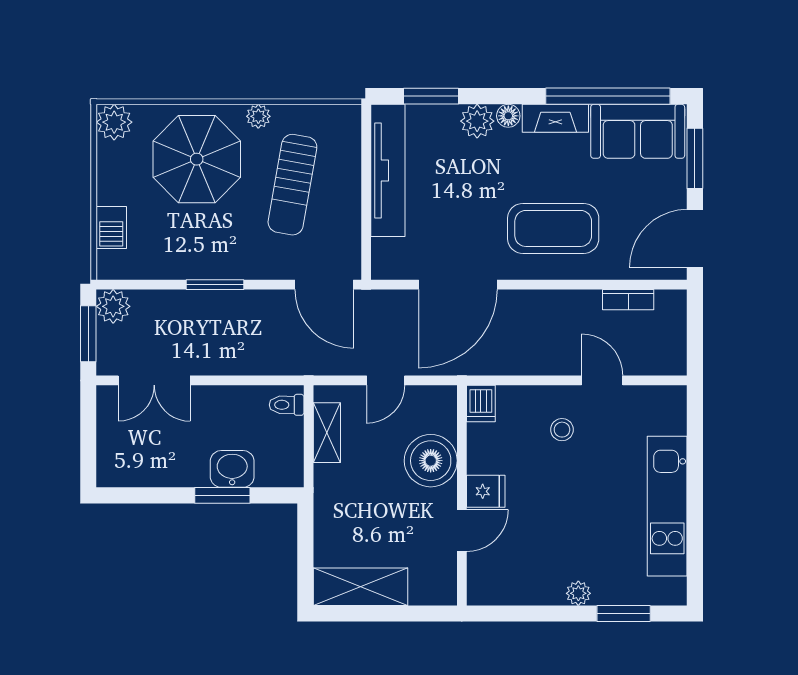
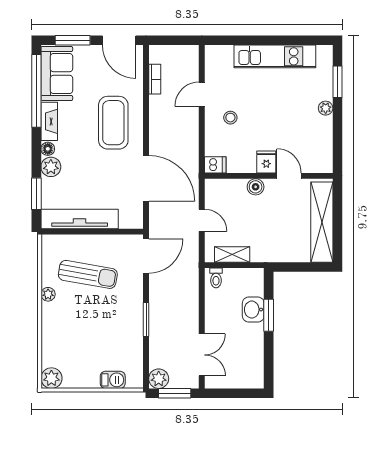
parasol: (197, 159) -> (73, 330), removed
boiler: (431, 461) -> (256, 187), width x0.54, depth x0.54
shelving: (361, 587) -> (322, 222), width x1.47

